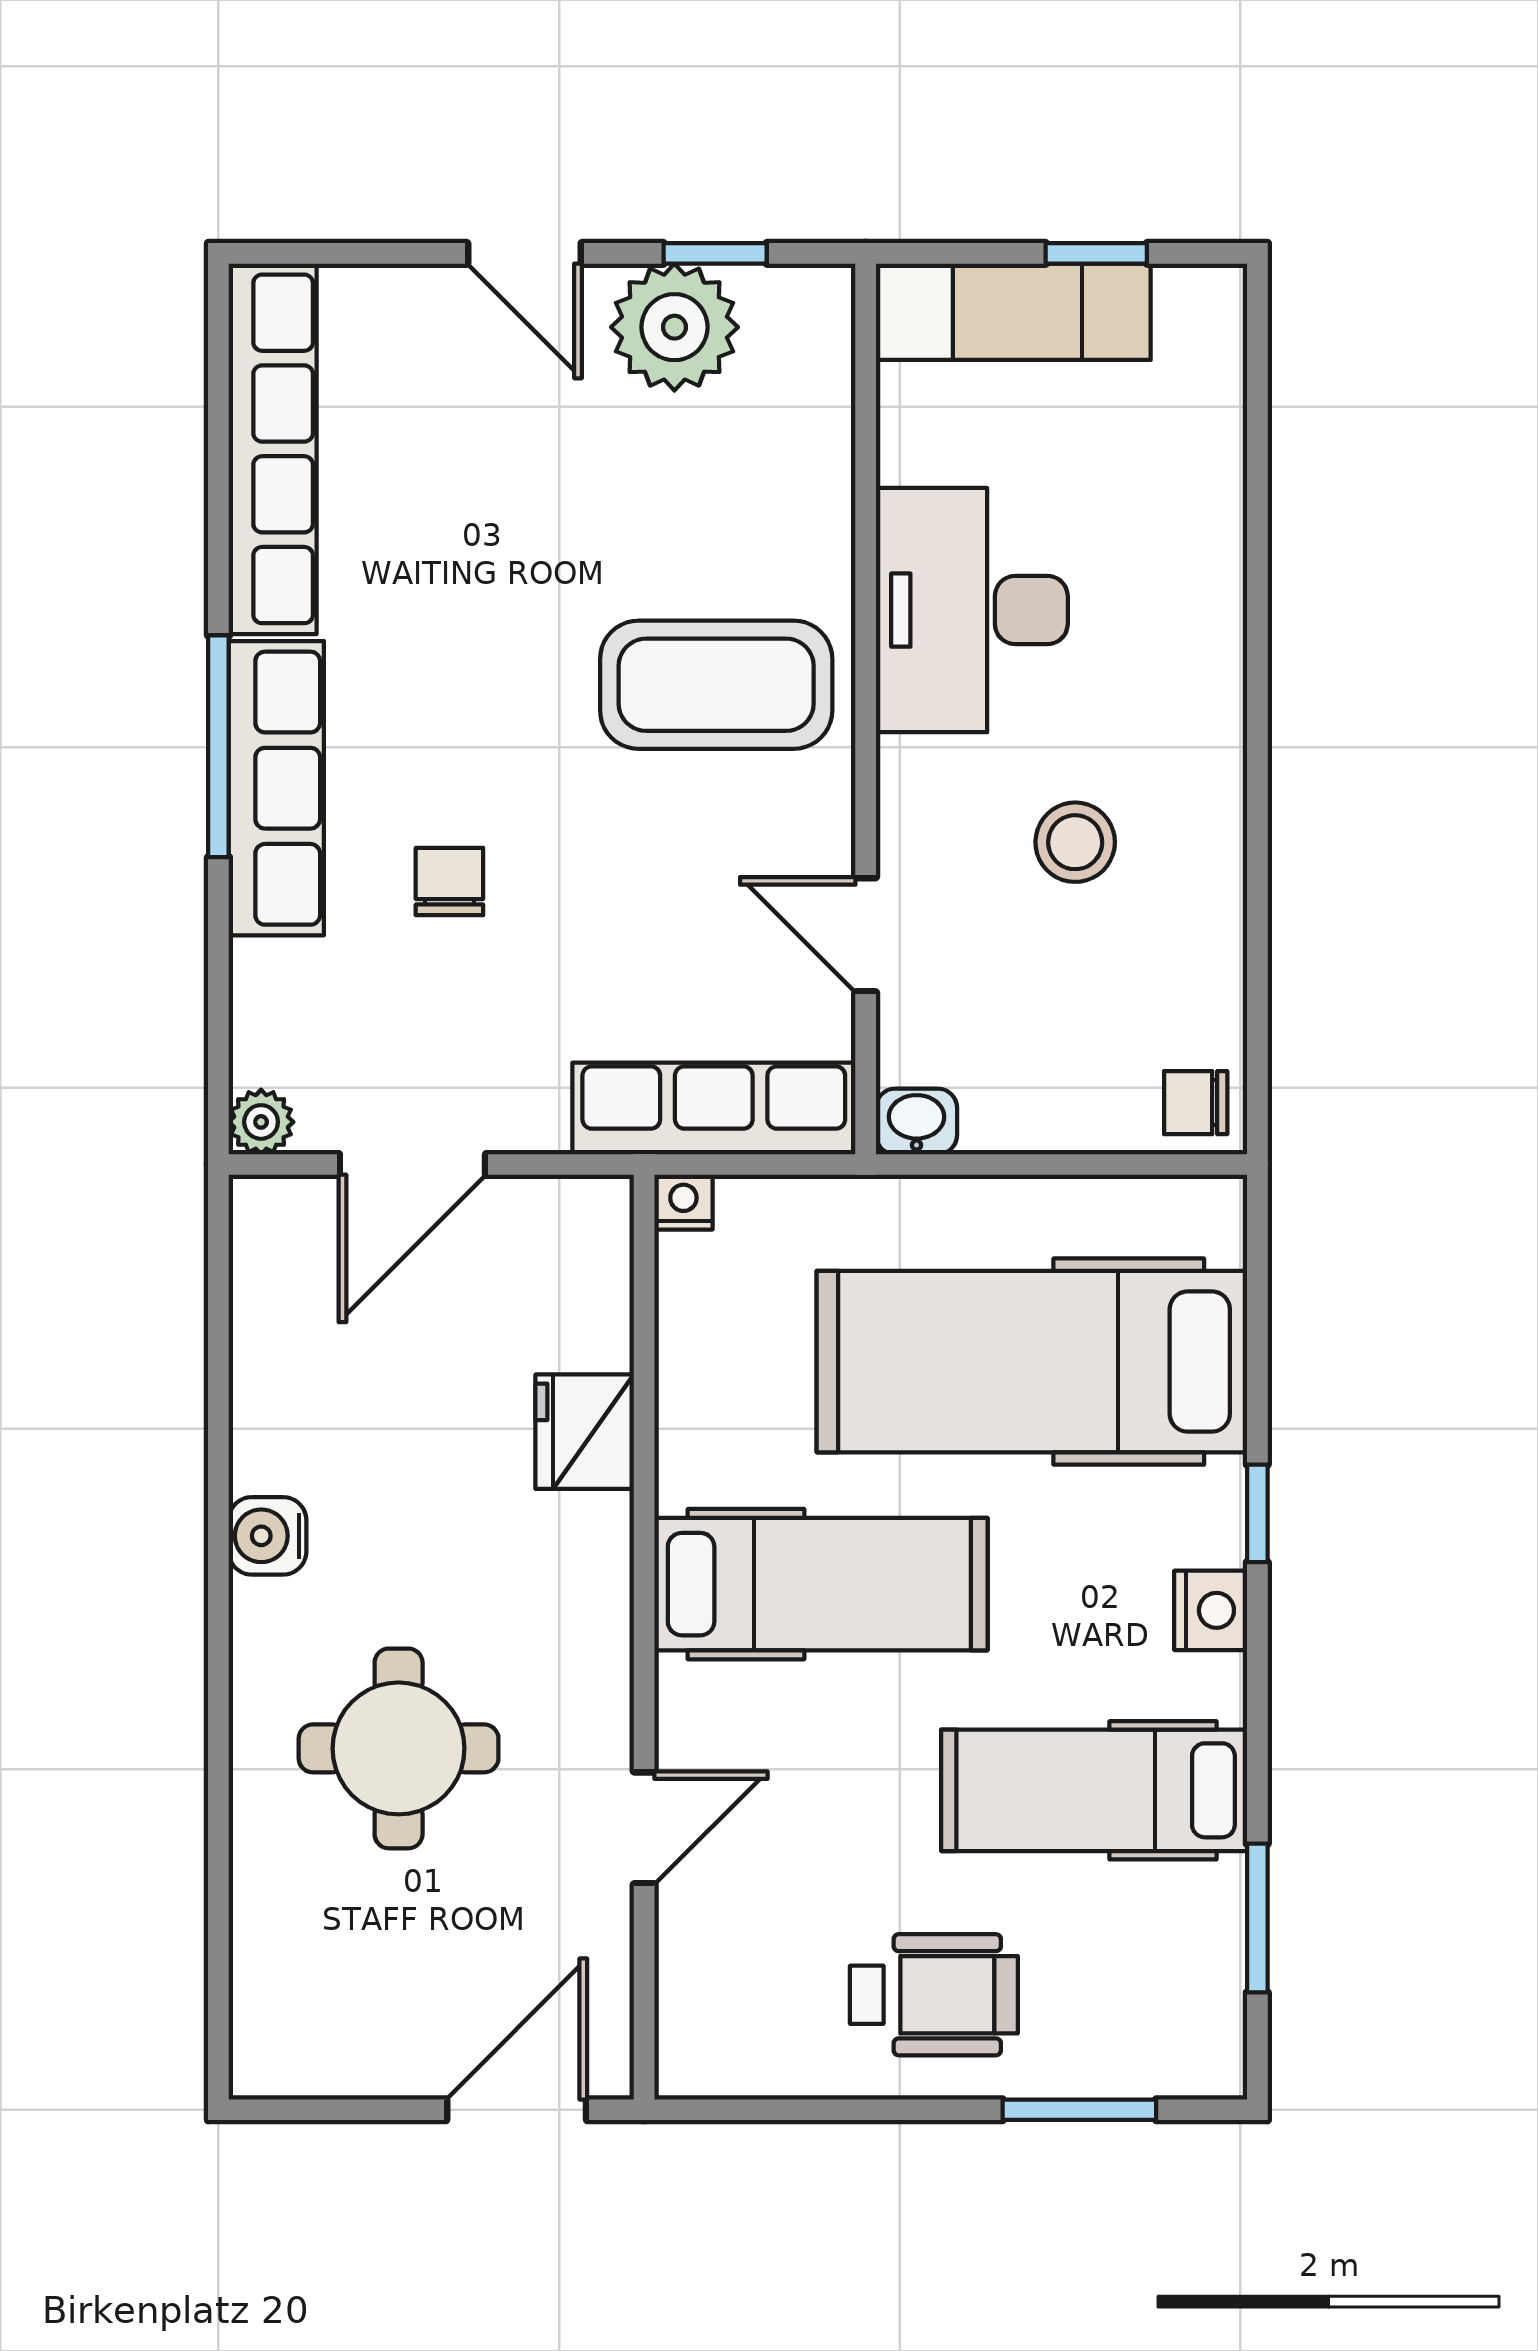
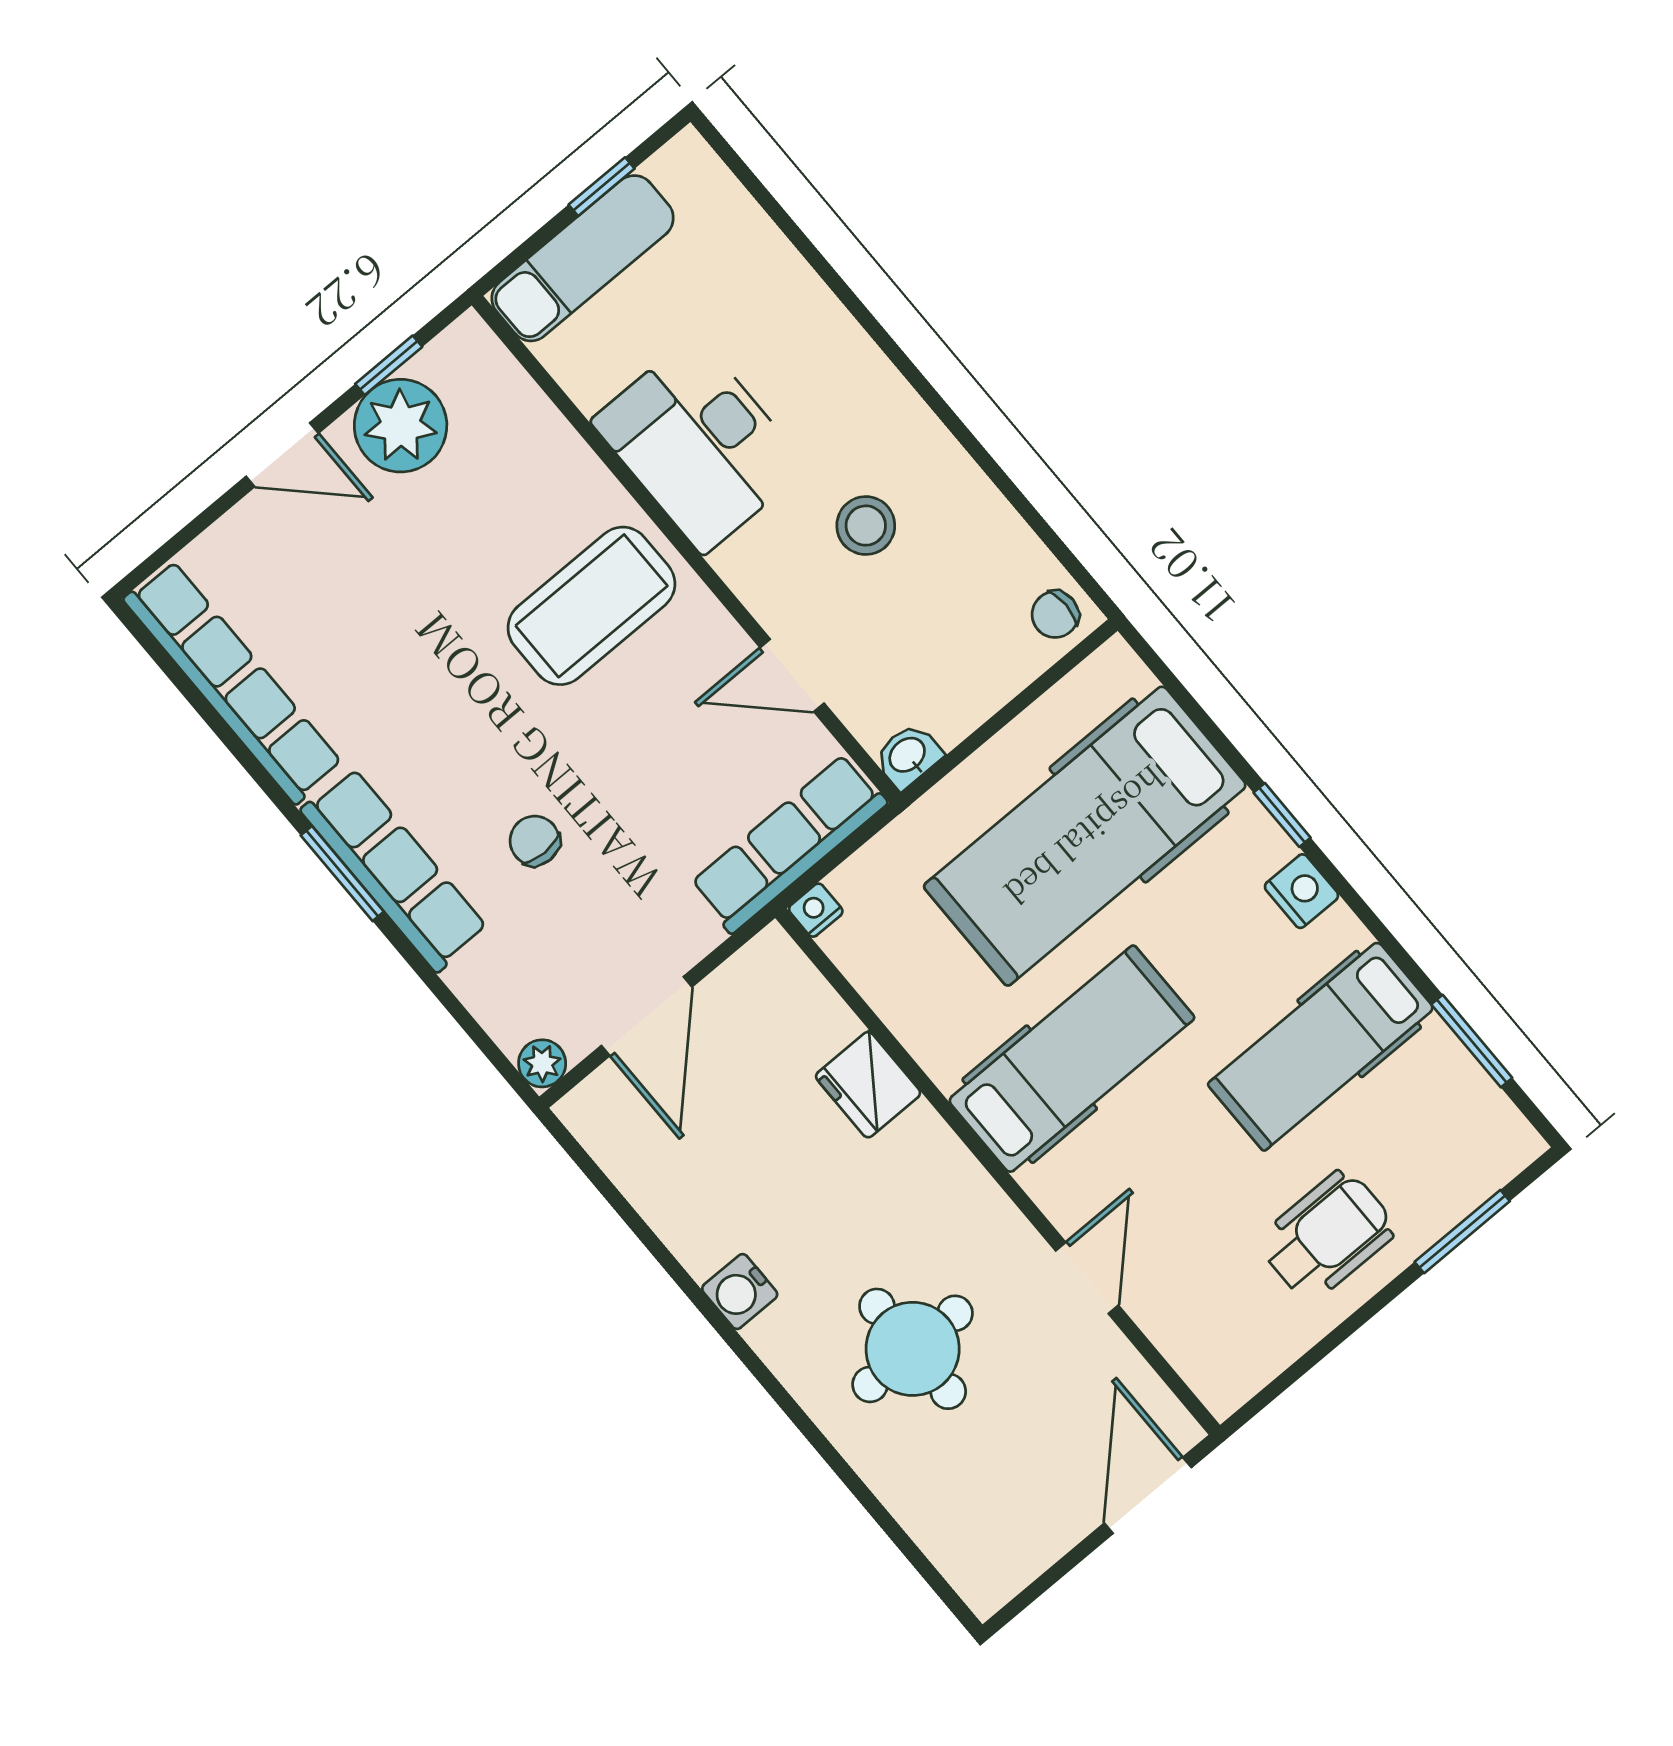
window: (218, 746) -> (342, 873), width x0.69

